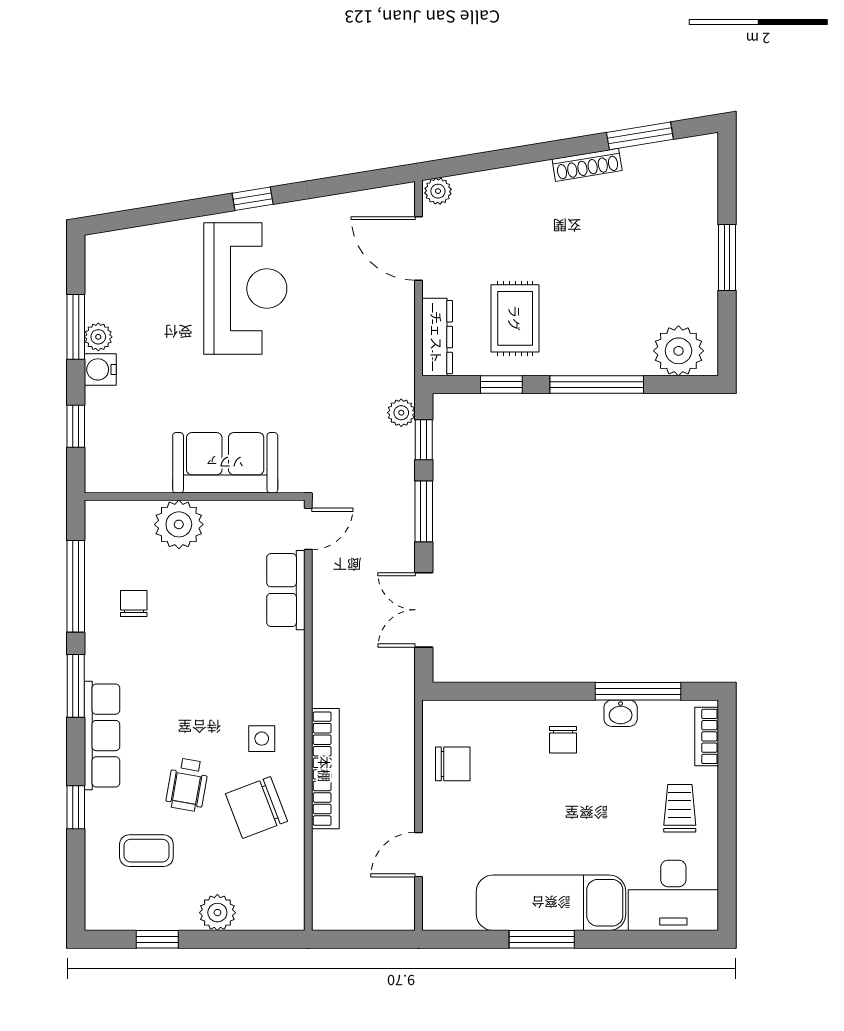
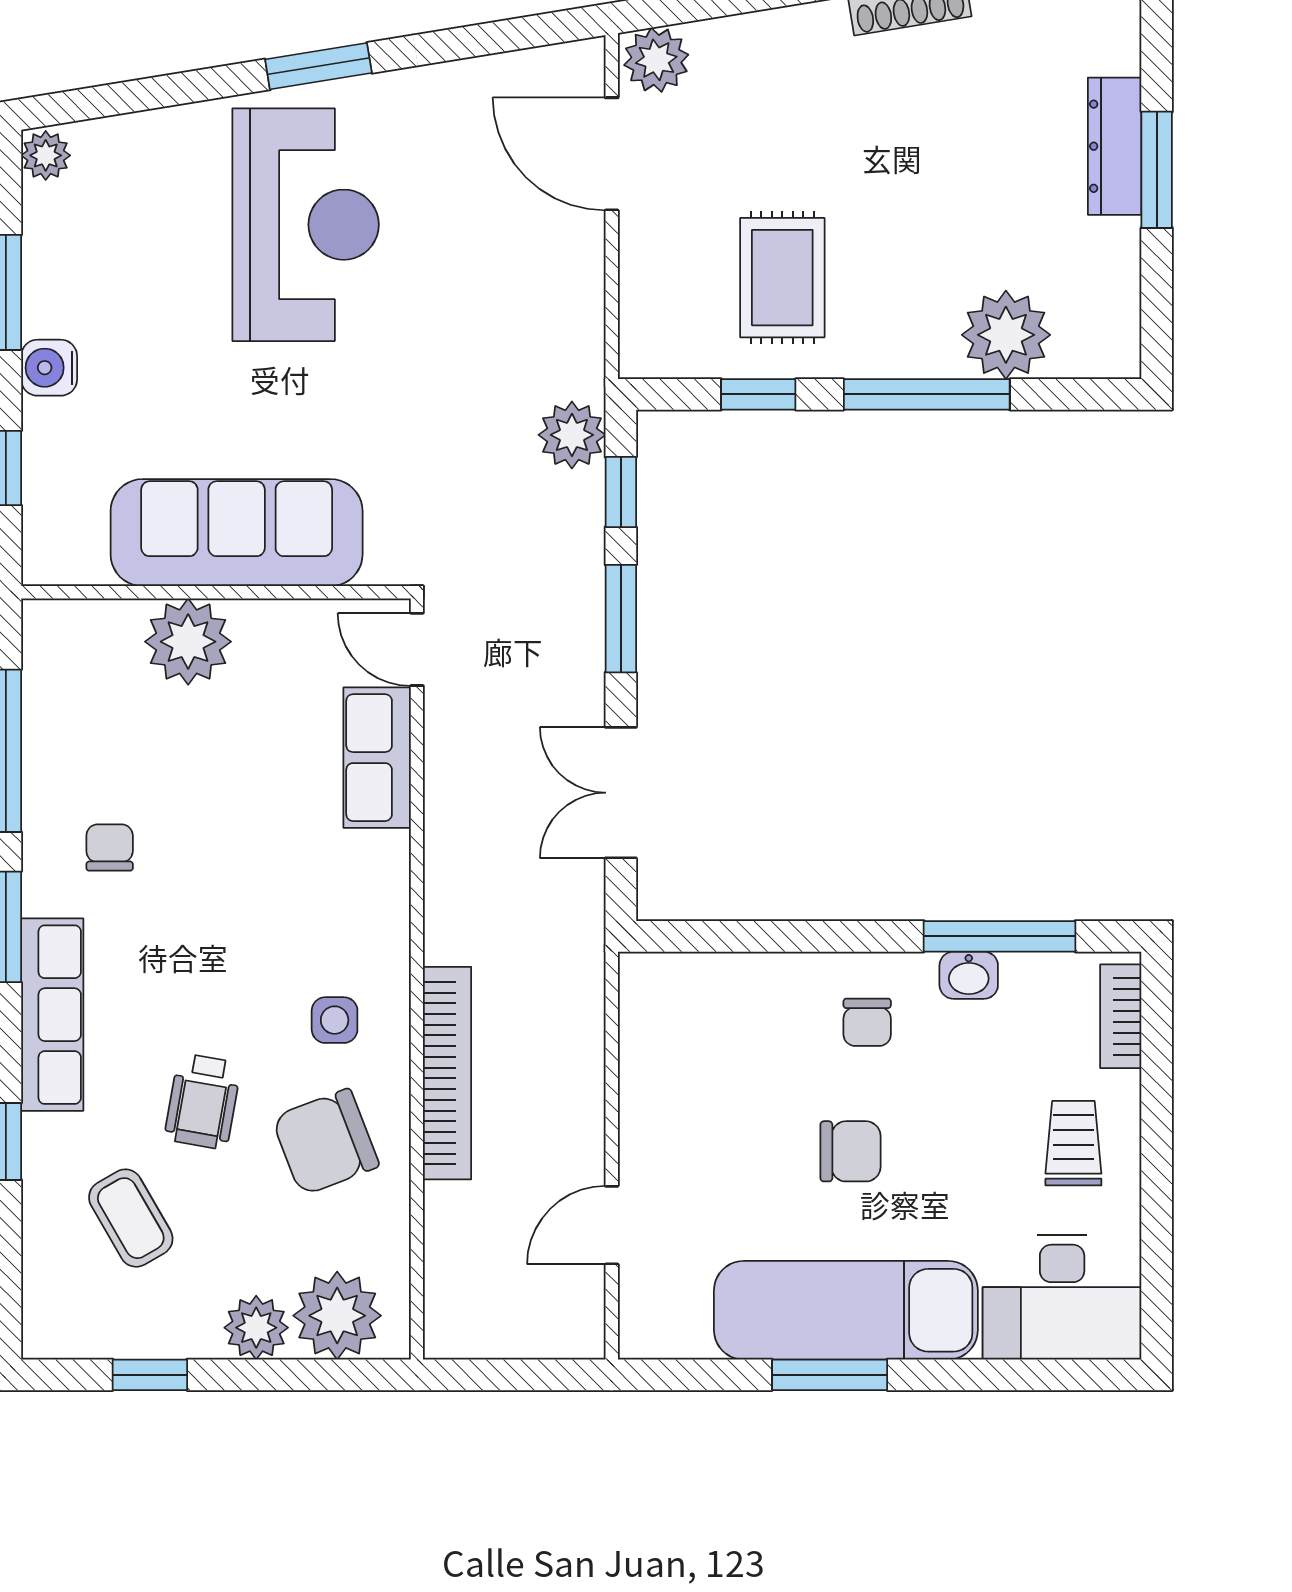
plant: (438, 191) -> (656, 60), width x1.38, depth x1.38
window: (253, 199) -> (318, 66), width x1.50
plant: (98, 337) -> (46, 155), moved
dresser: (437, 337) -> (1115, 146), moved, turned 180
plant: (678, 351) -> (1006, 335), moved
plant: (401, 413) -> (572, 435), width x1.38, depth x1.38
sofa: (225, 463) -> (237, 533), width x1.36
door: (308, 529) -> (417, 649), swing flipped
chair: (134, 603) -> (110, 848), moved
chair: (453, 764) -> (850, 1151), moved
coffee table: (146, 851) -> (131, 1218), turned 60
plant: (263, 906) -> (337, 1316), added

